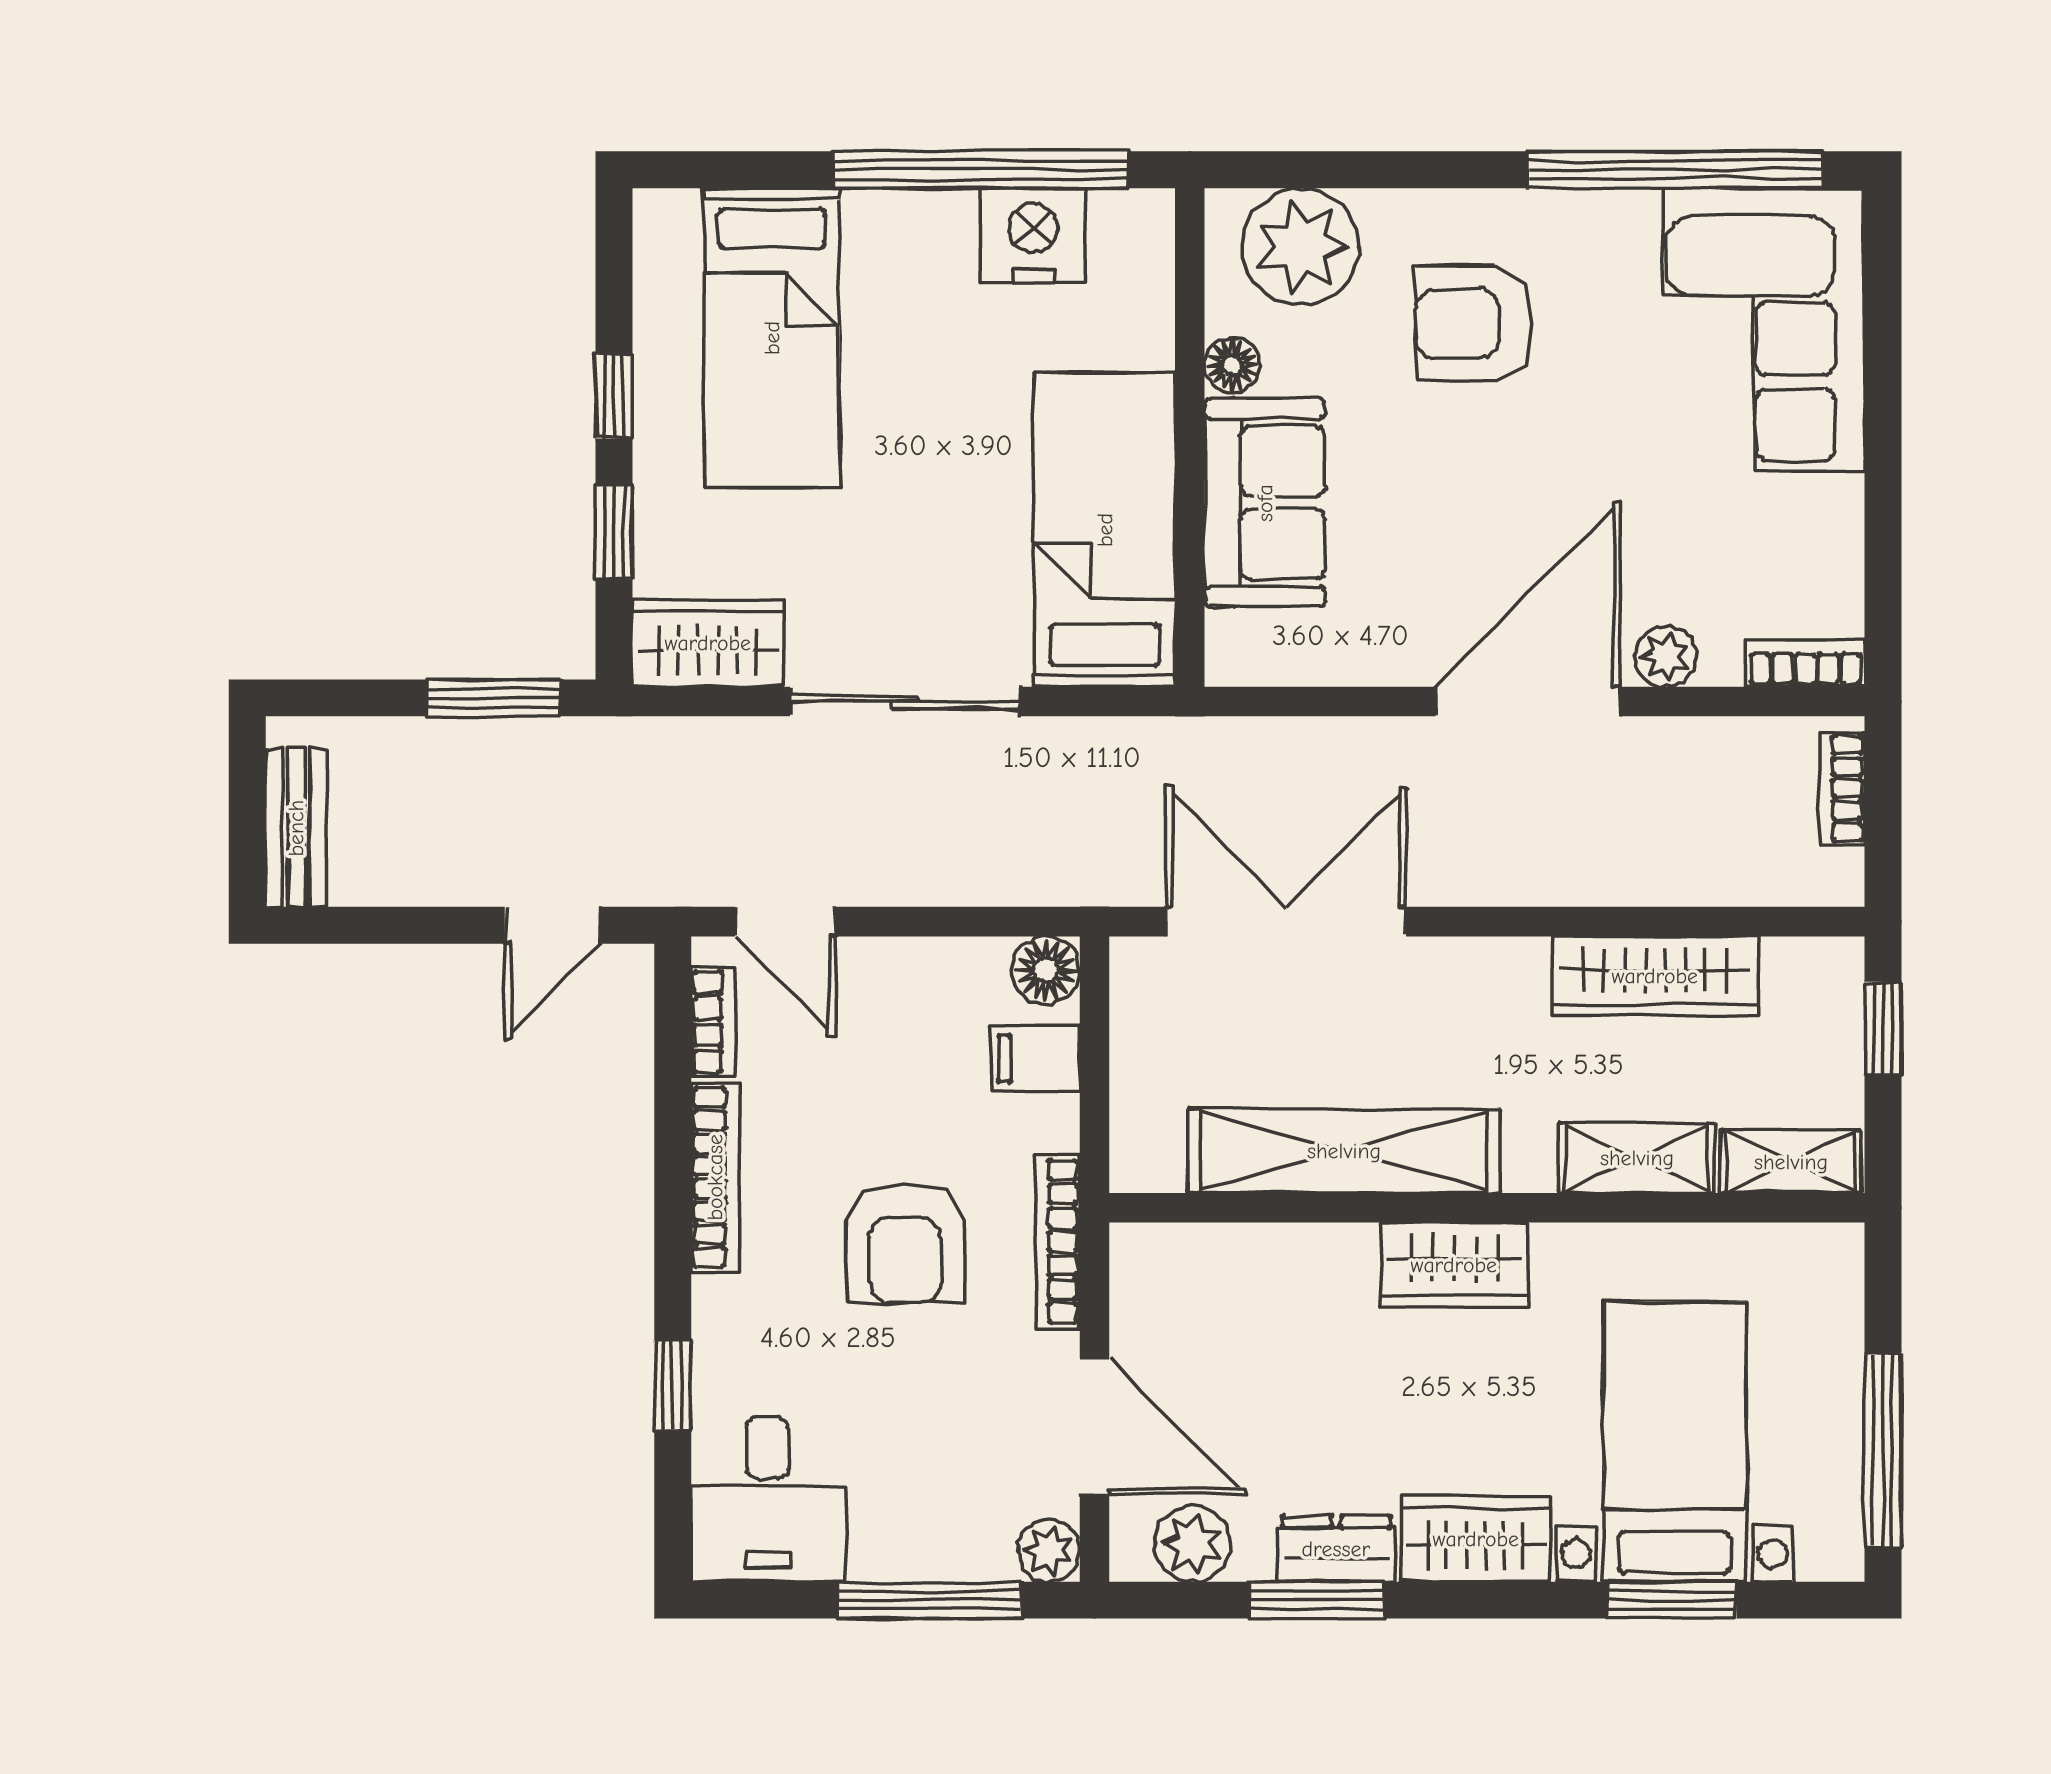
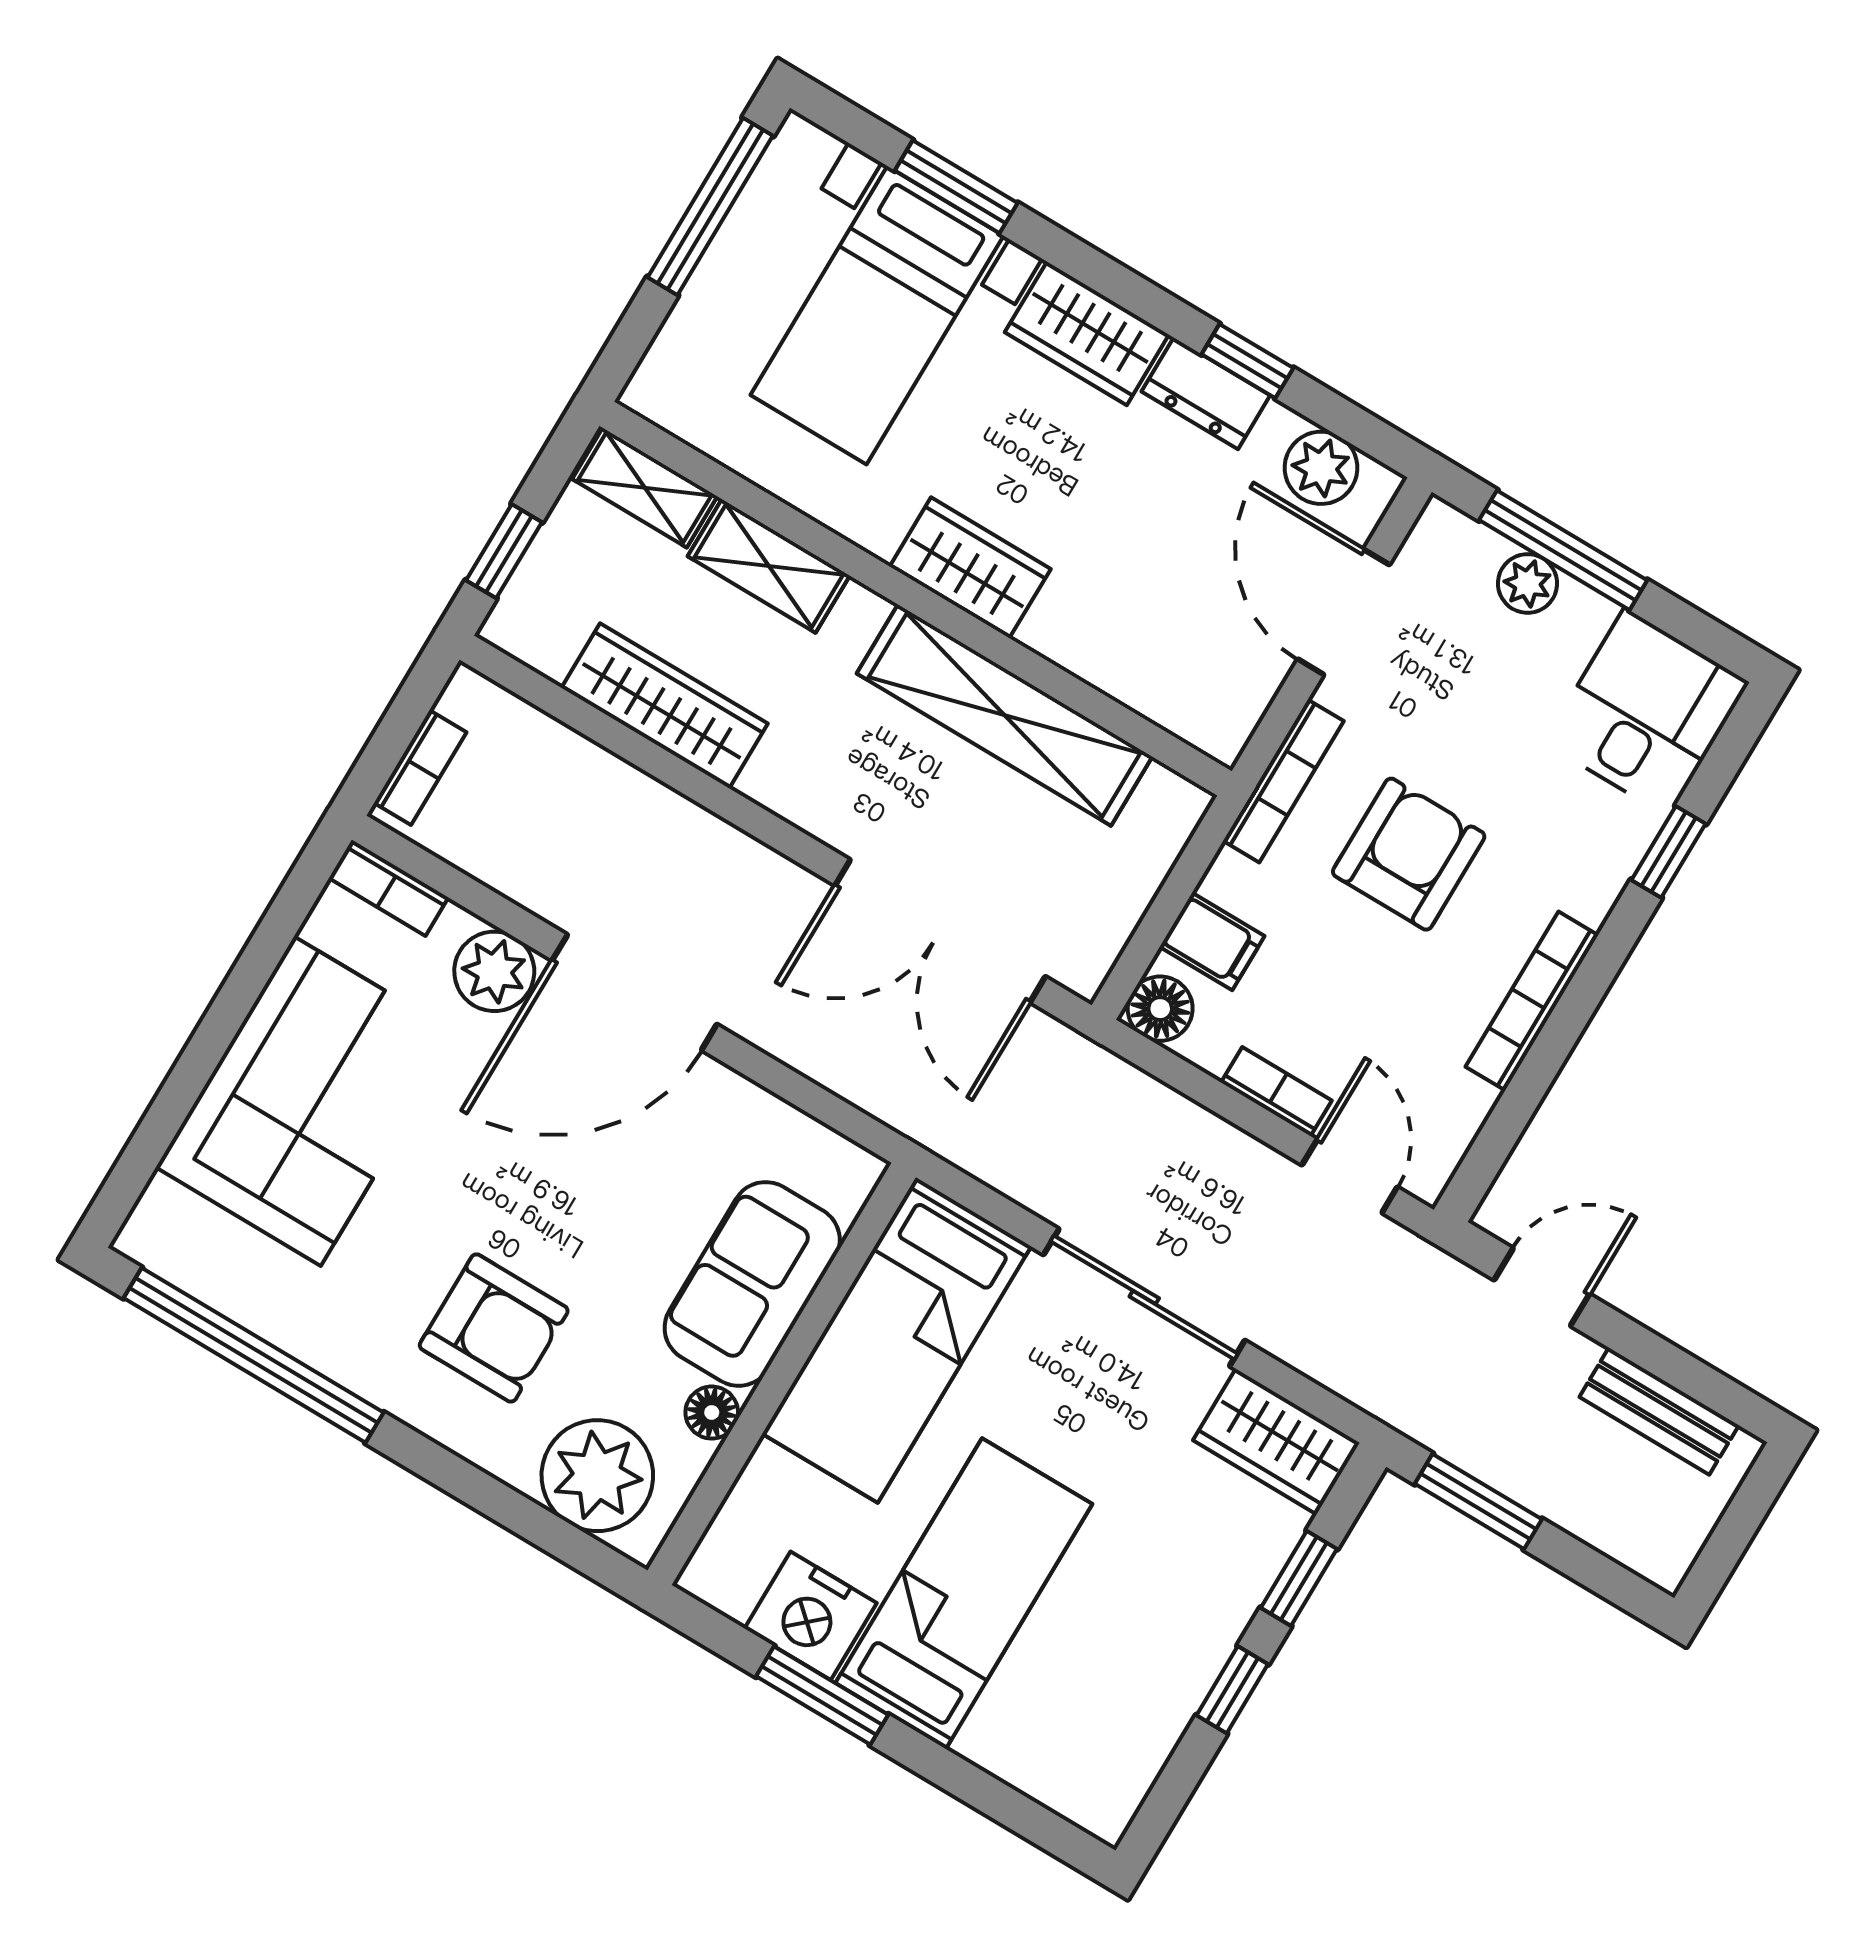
window: (980, 170) -> (822, 1695), width x0.47
corner sofa: (1764, 330) -> (307, 1101), moved
bed: (772, 338) -> (964, 1594), moved
plant: (1665, 656) -> (494, 971), width x1.38, depth x1.38
bench: (296, 828) -> (1659, 1411), moved, turned 90
bookcase: (713, 1022) -> (1276, 1092), moved, turned 90
plant: (1049, 1551) -> (1528, 583), moved
window: (1316, 1600) -> (1247, 361), width x0.67

